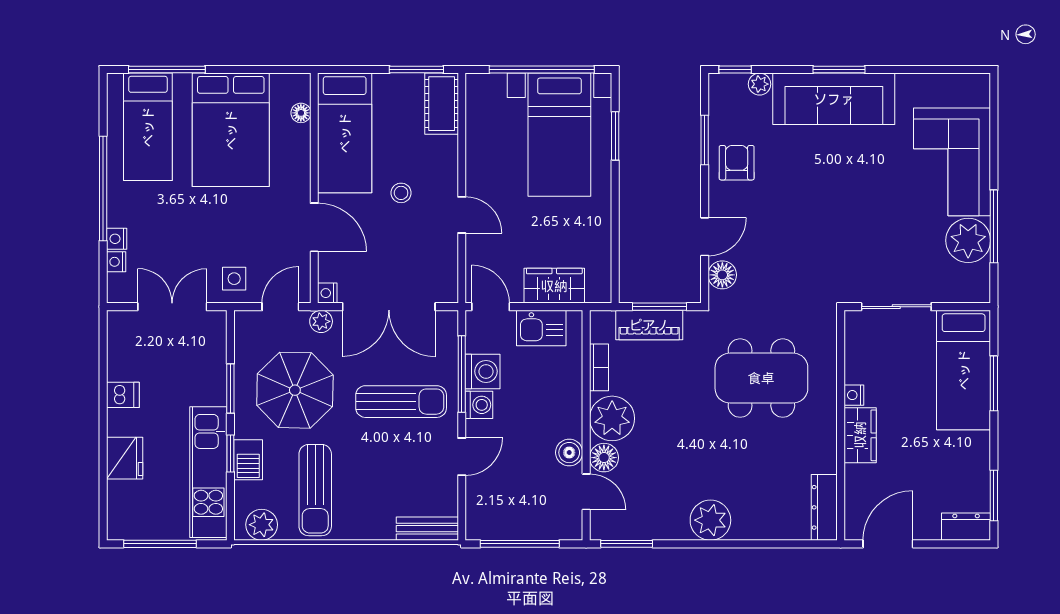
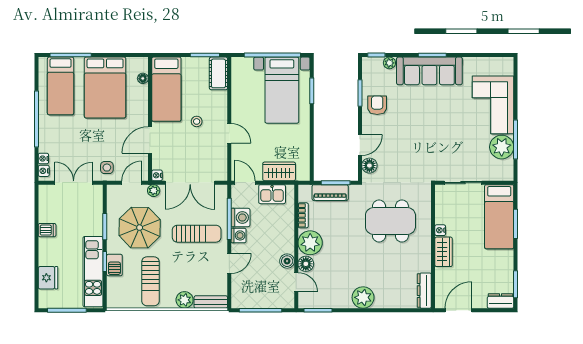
door: (314, 227) -> (150, 140), swing flipped
nightstand: (117, 239) -> (44, 171), moved
fridge: (125, 458) -> (48, 278), moved
plant: (262, 525) -> (185, 300), moved

